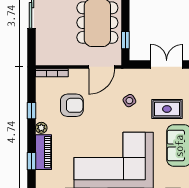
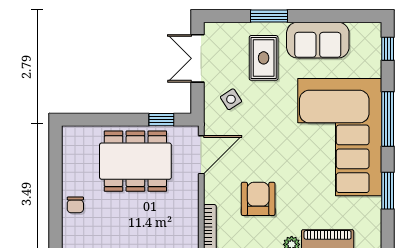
door: (102, 67) -> (201, 155), hinge flipped
side table: (129, 101) -> (231, 99), moved

